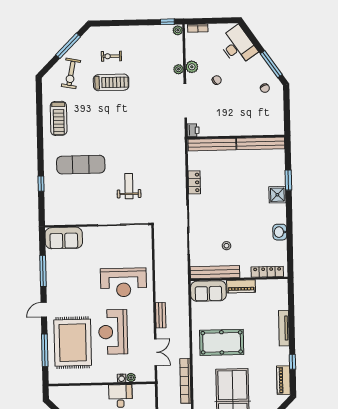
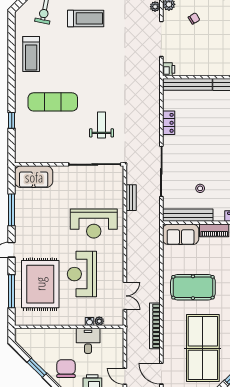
bench: (161, 315) -> (131, 198), moved

